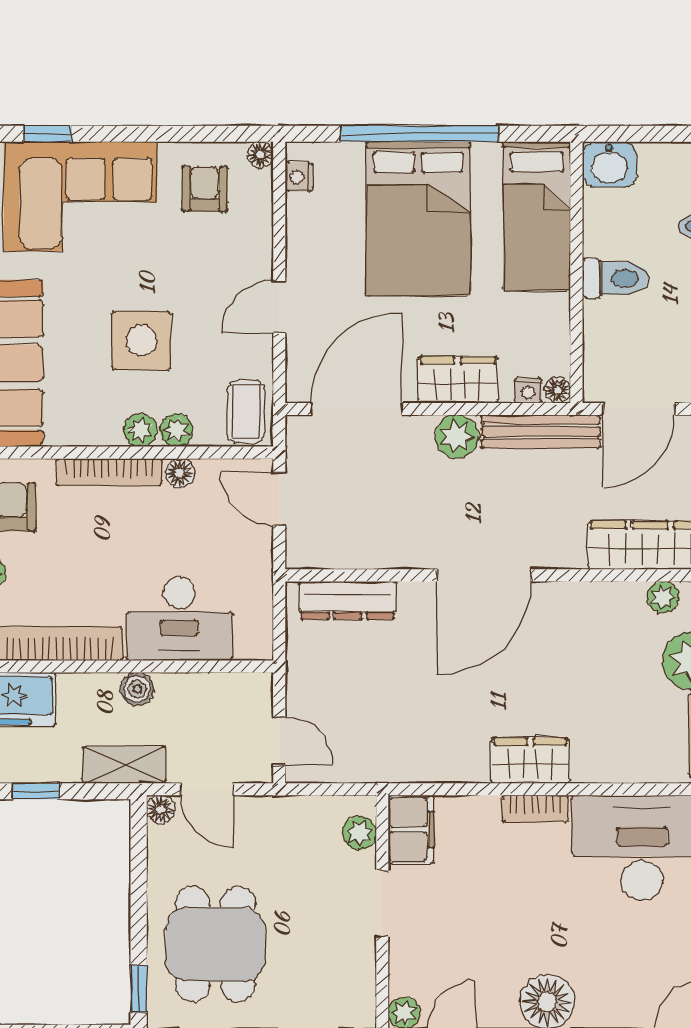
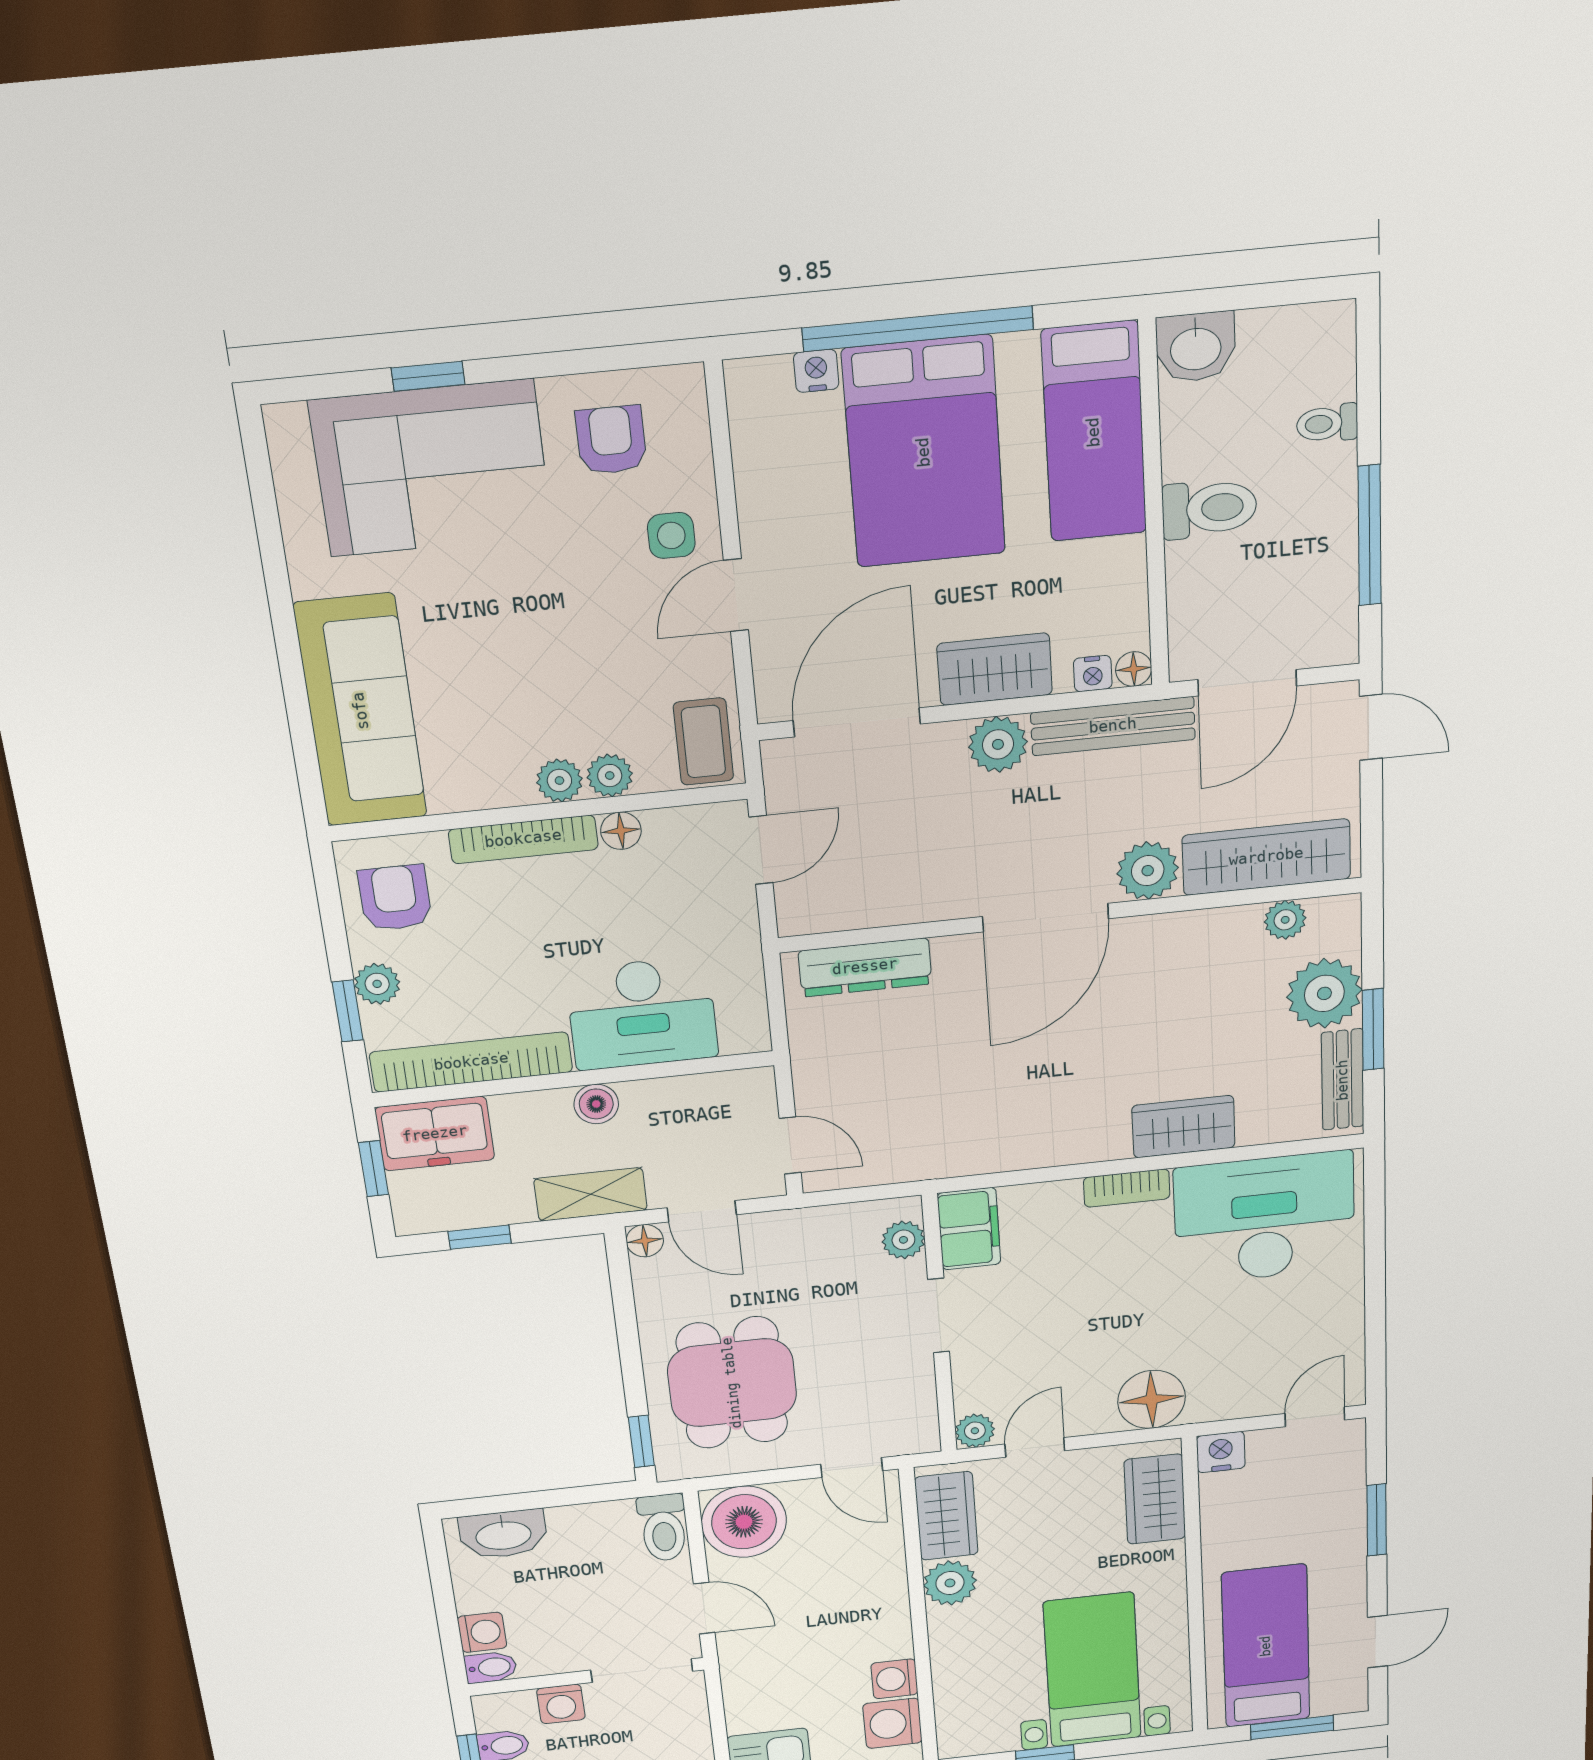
window: (47, 134) -> (428, 376), moved
floor lamp: (260, 155) -> (687, 382), removed
nightstand: (299, 177) -> (816, 371), moved, turned 90
side table: (141, 340) -> (671, 535), moved, width x0.54, depth x0.54
door: (279, 499) -> (761, 850), swing flipped
plant: (562, 546) -> (1148, 871), added
wardrobe: (530, 761) -> (1184, 1127), moved

